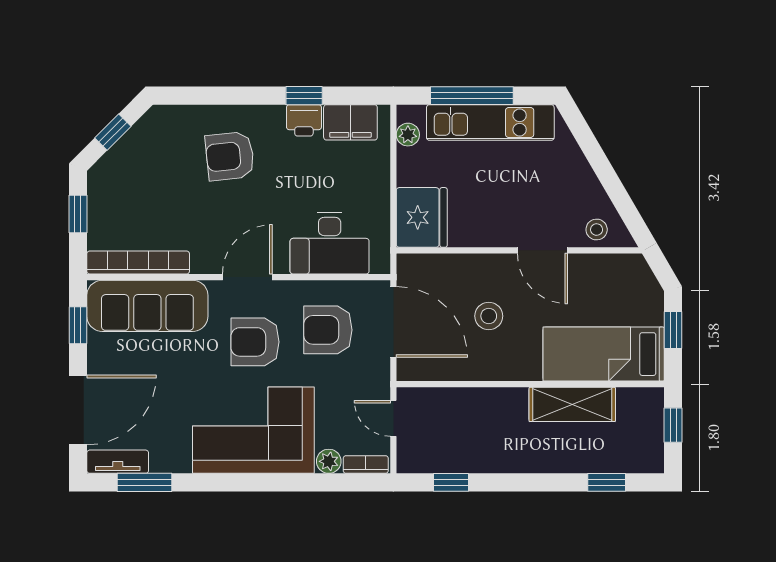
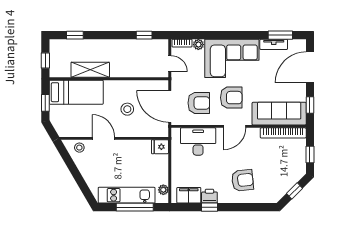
fridge: (422, 217) -> (160, 147), width x0.53, depth x0.75
tv unit: (118, 462) -> (274, 44), moved

